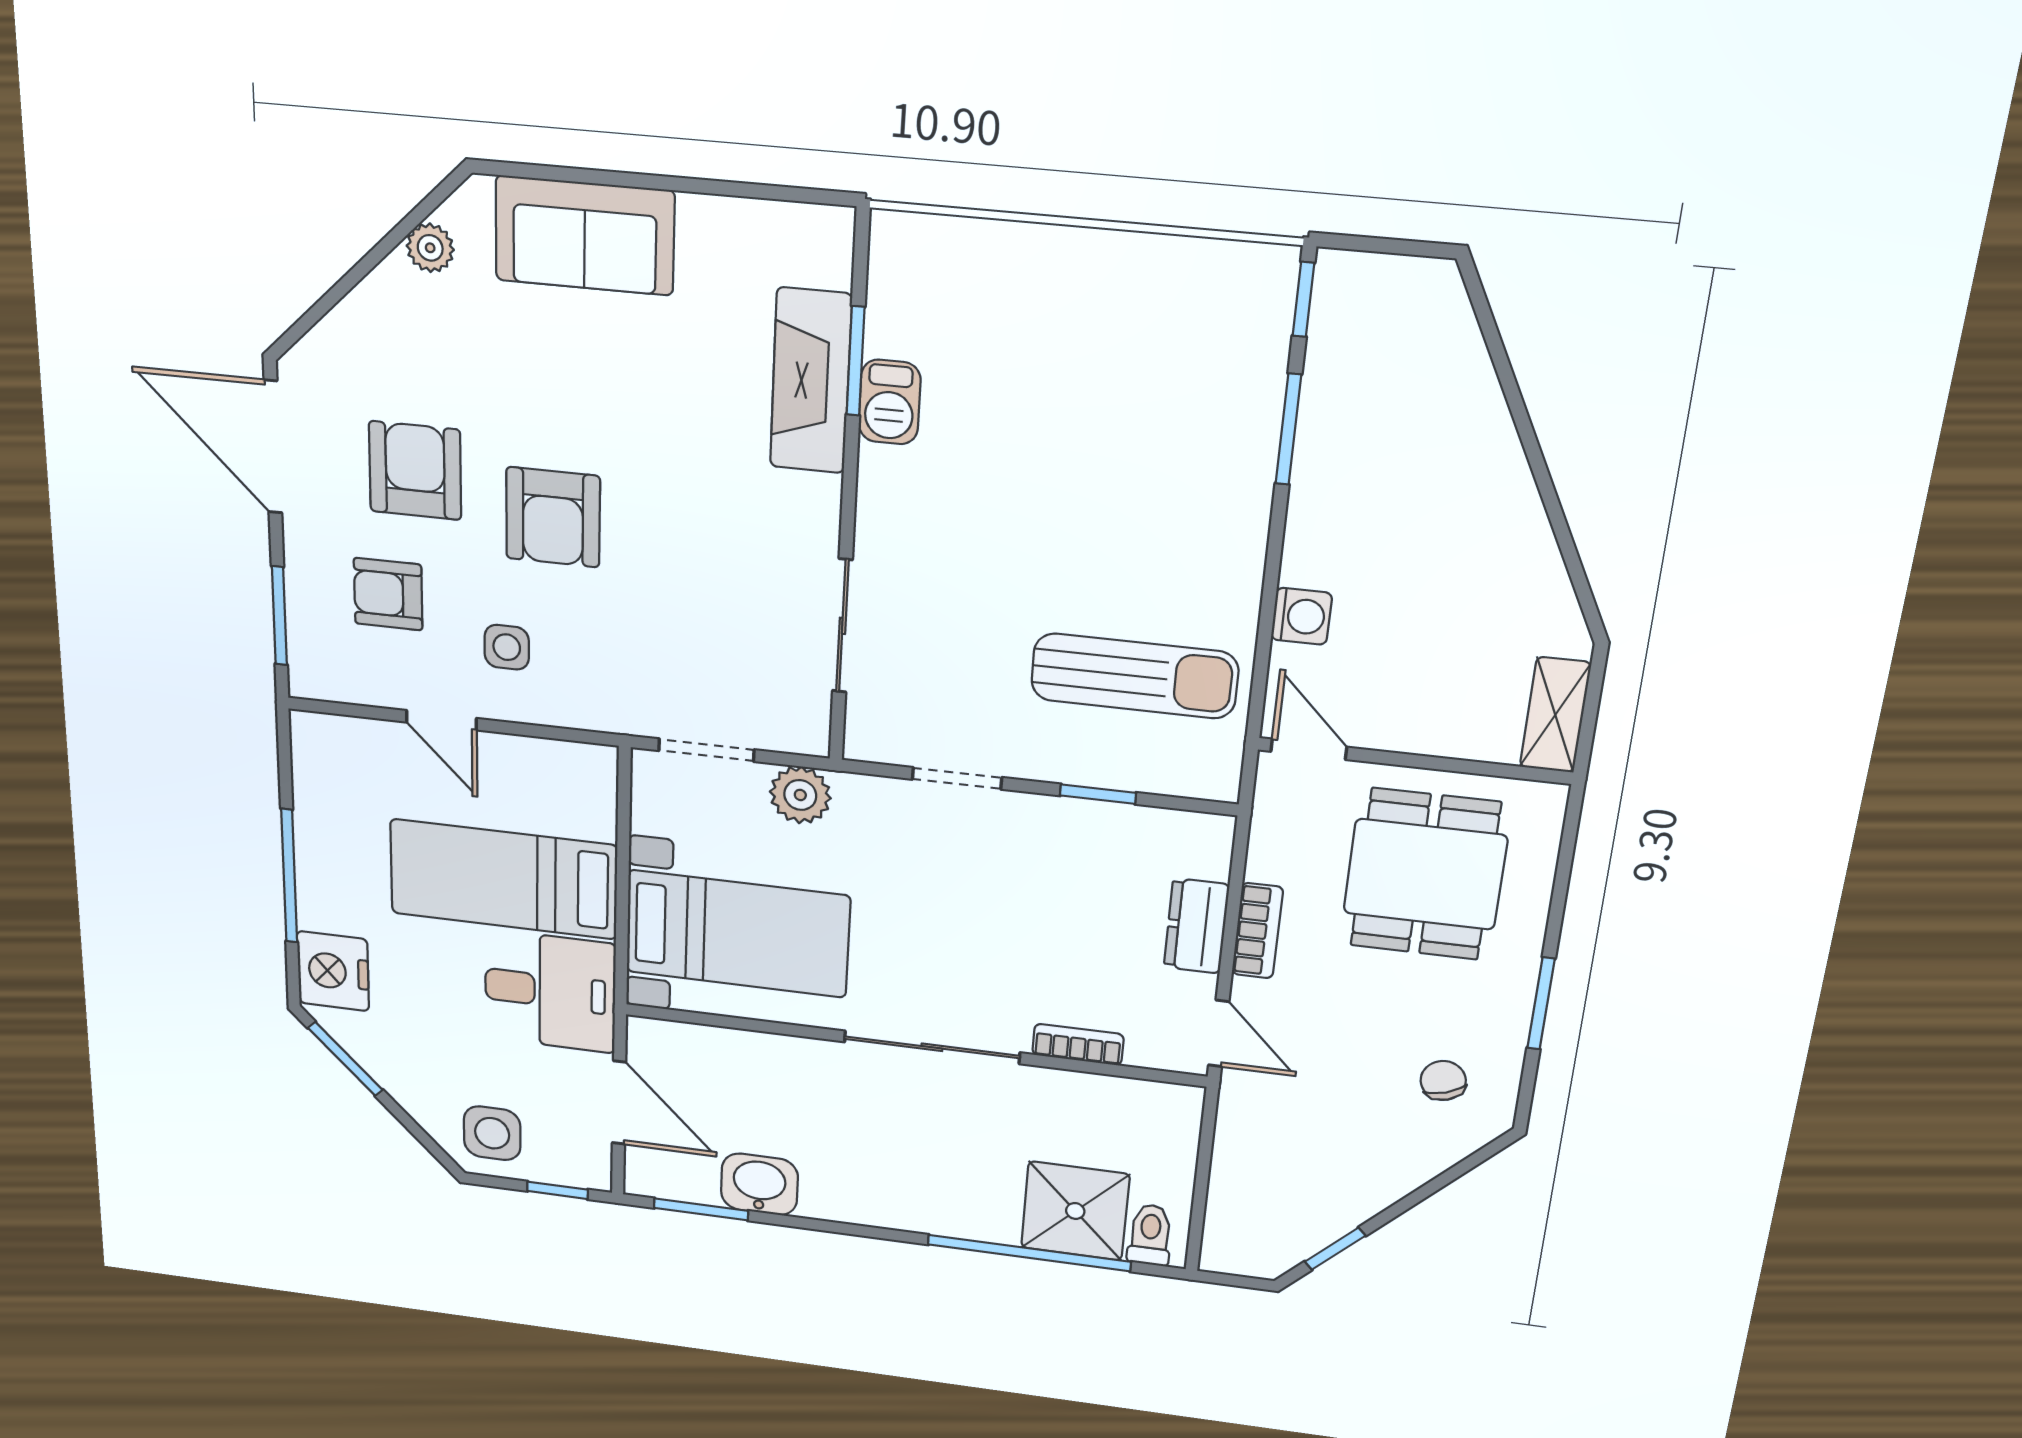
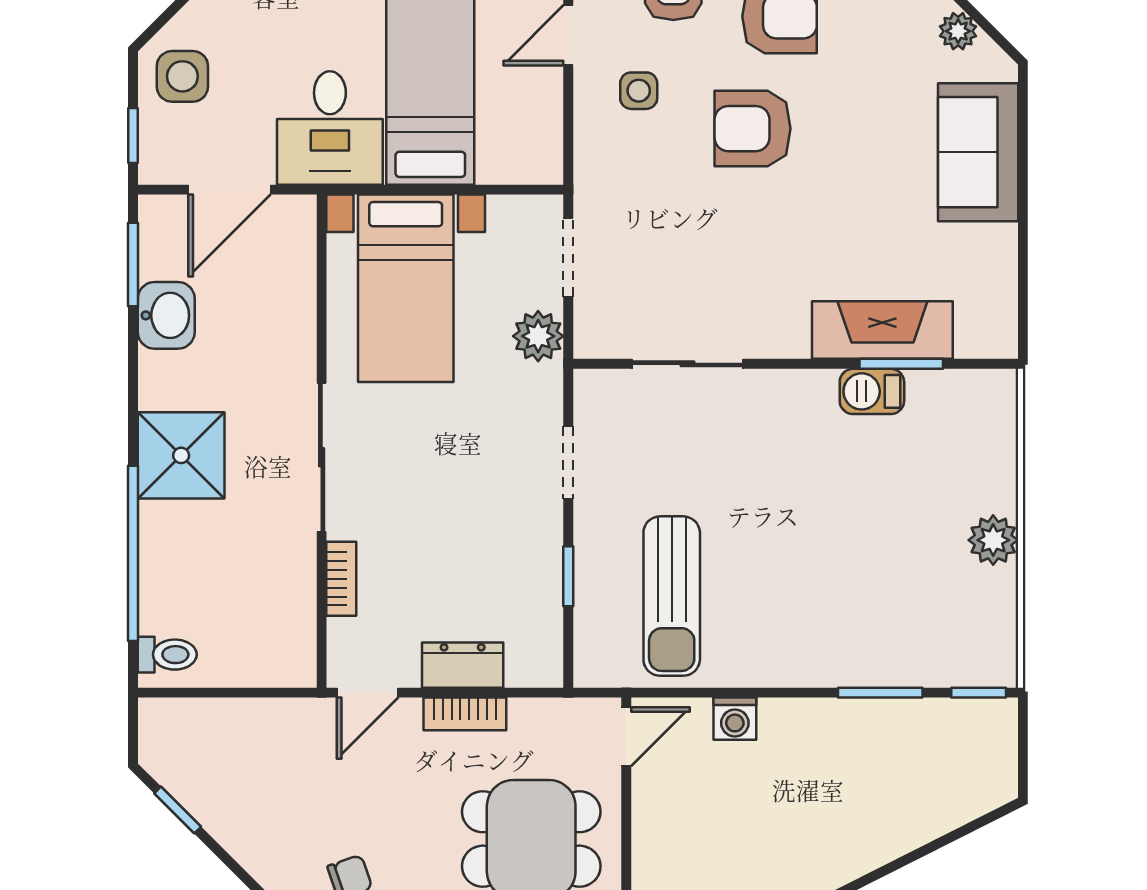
plant: (1098, 261) -> (993, 540), added
shower: (1075, 1211) -> (181, 455), moved

